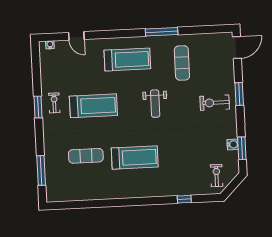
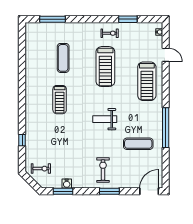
window: (162, 32) -> (166, 128), width x1.46
door: (76, 36) -> (166, 55), swing flipped
door: (237, 47) -> (149, 191), swing flipped
treadmill: (127, 60) -> (147, 81), moved
window: (38, 107) -> (128, 19), moved
treadmill: (135, 158) -> (60, 100), width x0.73, depth x0.73

